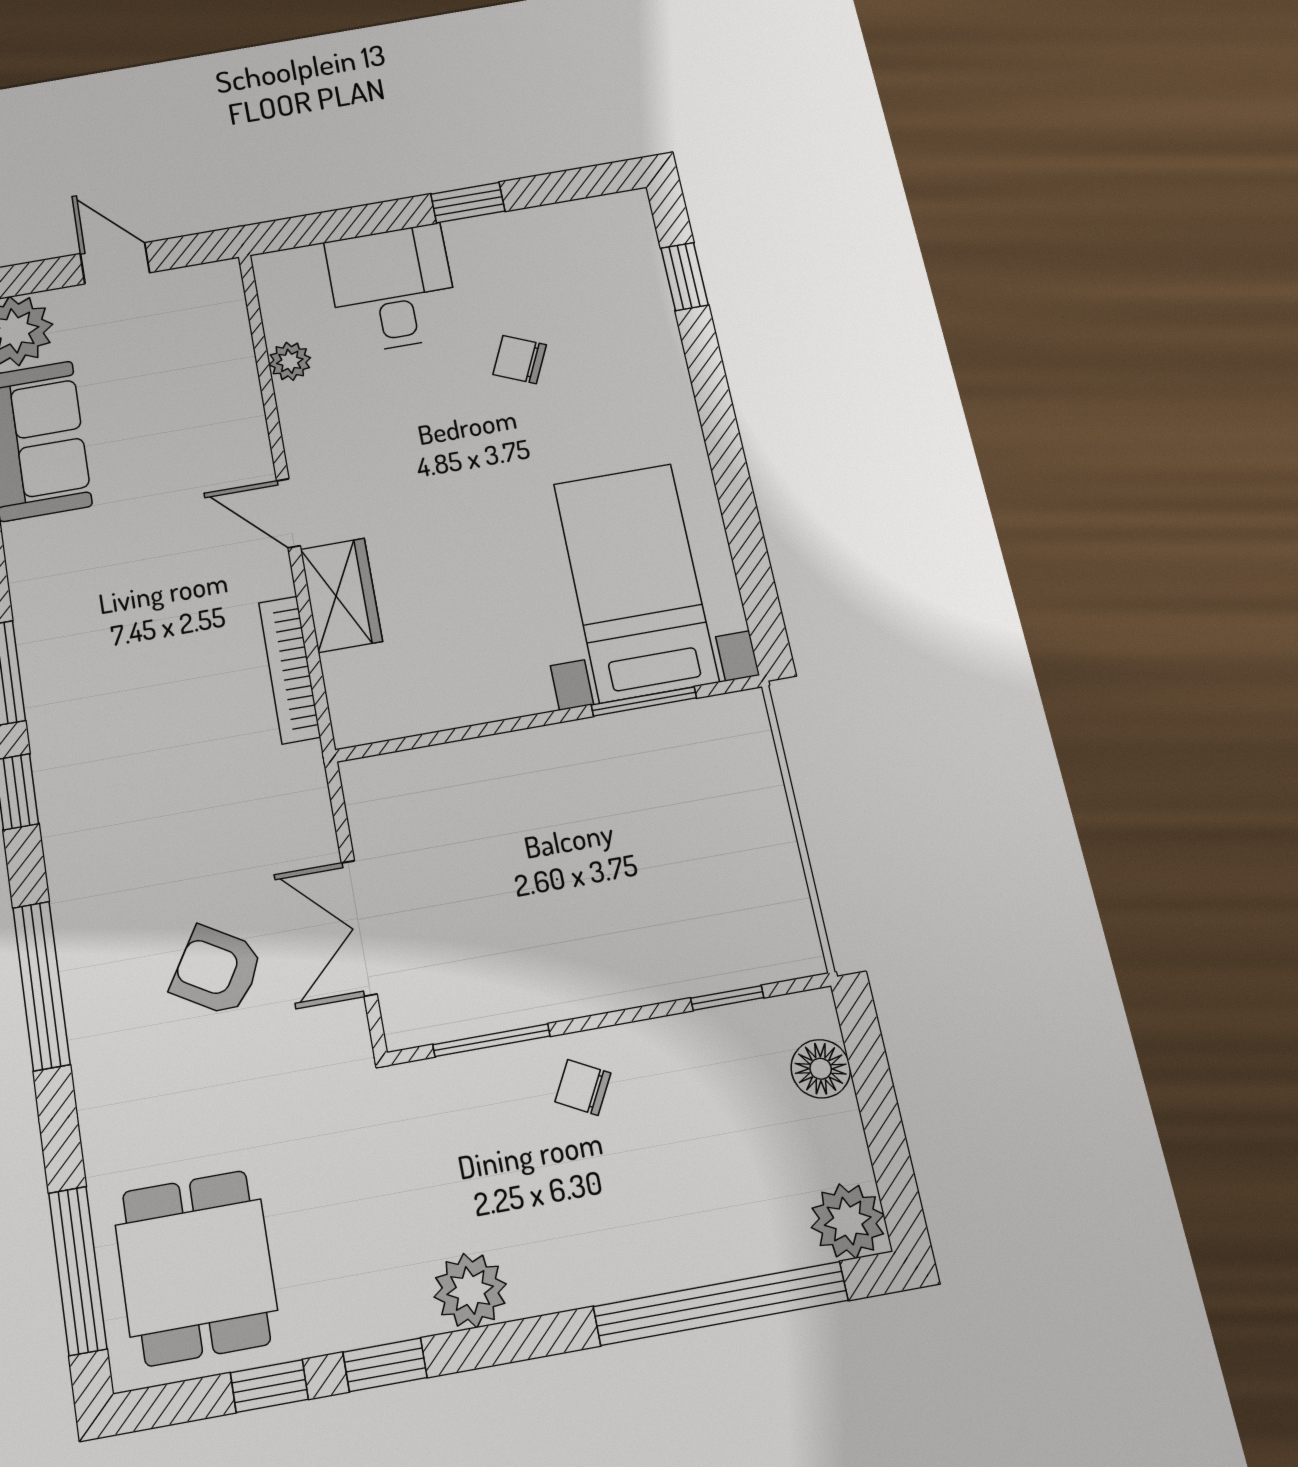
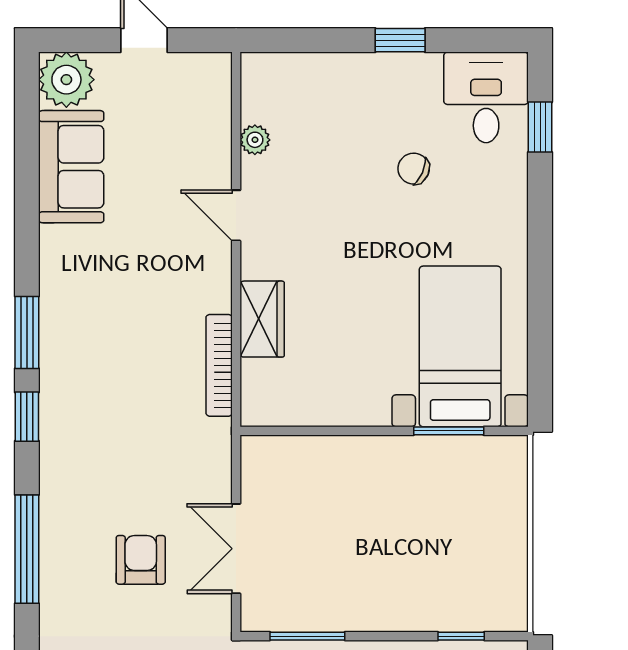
desk: (392, 289) -> (486, 97), moved
door: (288, 513) -> (236, 215), moved
armchair: (217, 971) -> (141, 560), turned 59

